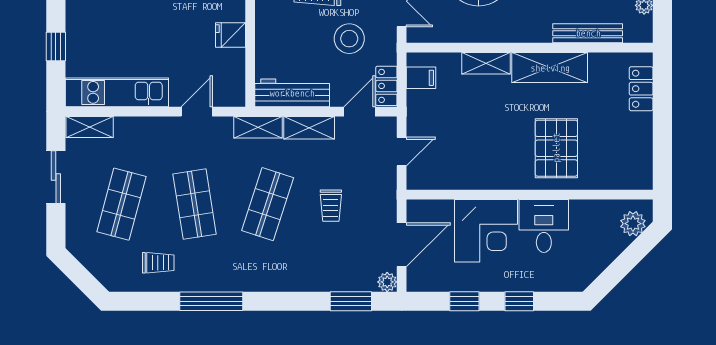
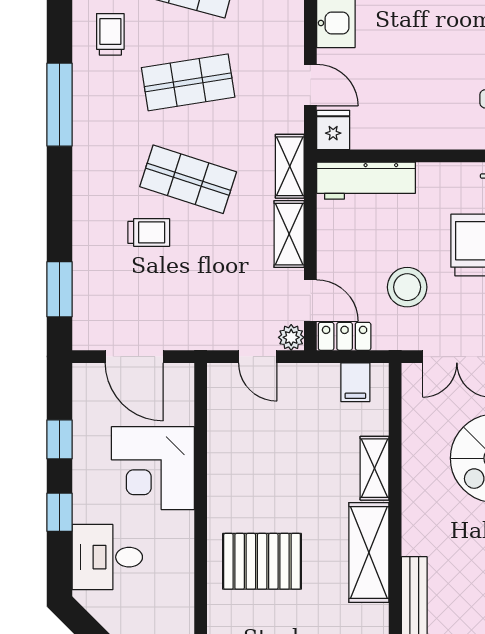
fridge: (231, 35) -> (333, 130), moved
workbench: (292, 93) -> (366, 181), moved, turned 90
trolley: (331, 206) -> (149, 232), moved, turned 180
desk: (544, 226) -> (107, 557), moved, turned 180
trolley: (158, 263) -> (110, 34), turned 180
plant: (387, 282) -> (291, 337), moved

